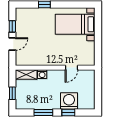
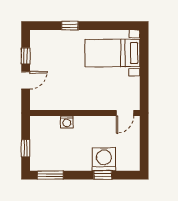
door: (71, 68) -> (125, 113), moved
shelving: (26, 75) -> (45, 123), removed
window: (43, 112) -> (50, 175), moved

